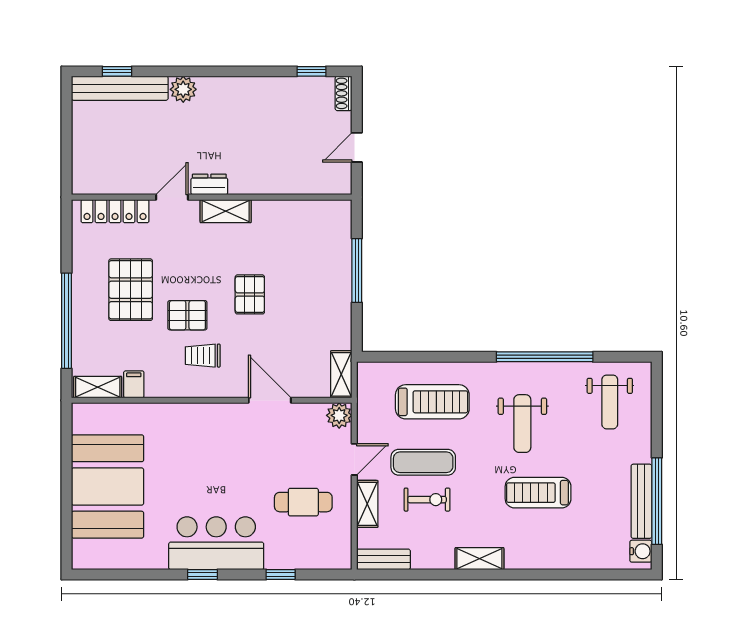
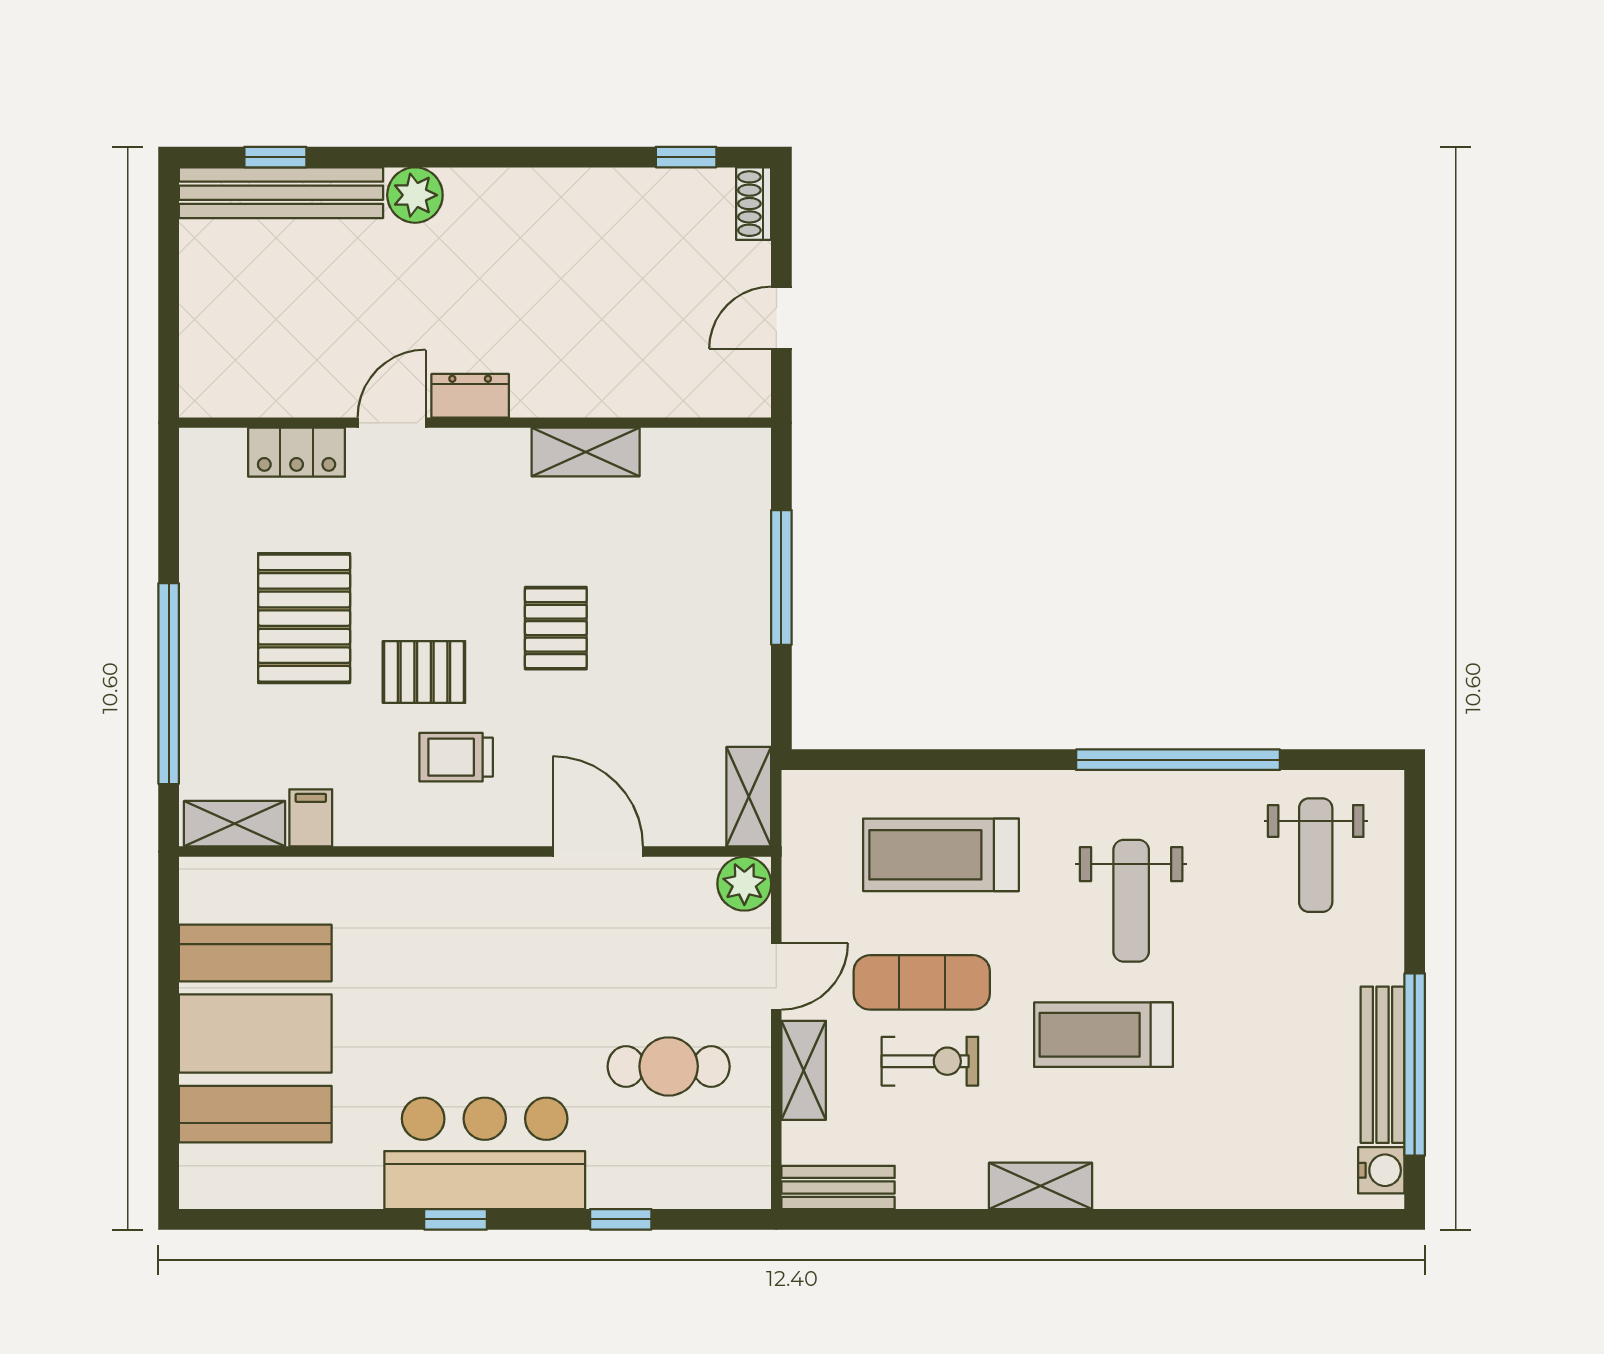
locker: (115, 211) -> (297, 452), width x0.66
shelving: (226, 211) -> (586, 452), moved
treadmill: (432, 402) -> (941, 855), turned 180
treadmill: (538, 493) -> (1103, 1035), moved

